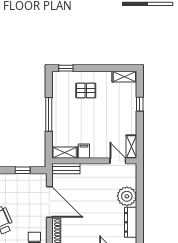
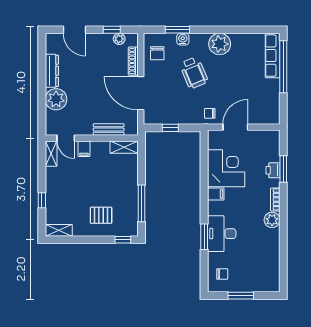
window: (49, 114) -> (141, 203), moved
filing cabinet: (84, 151) -> (84, 149), moved
bench: (66, 169) -> (109, 130), moved

